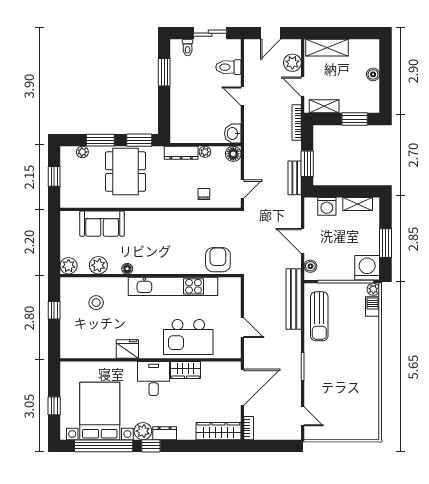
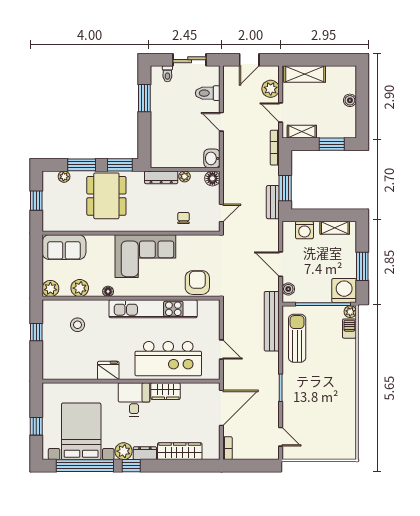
sofa: (102, 224) -> (64, 247), moved
corner sofa: (165, 233) -> (145, 256), added
sun lounger: (319, 316) -> (297, 338), turned 180
kitchen island: (188, 337) -> (168, 359), width x1.37
wardrobe: (218, 431) -> (180, 451), moved

